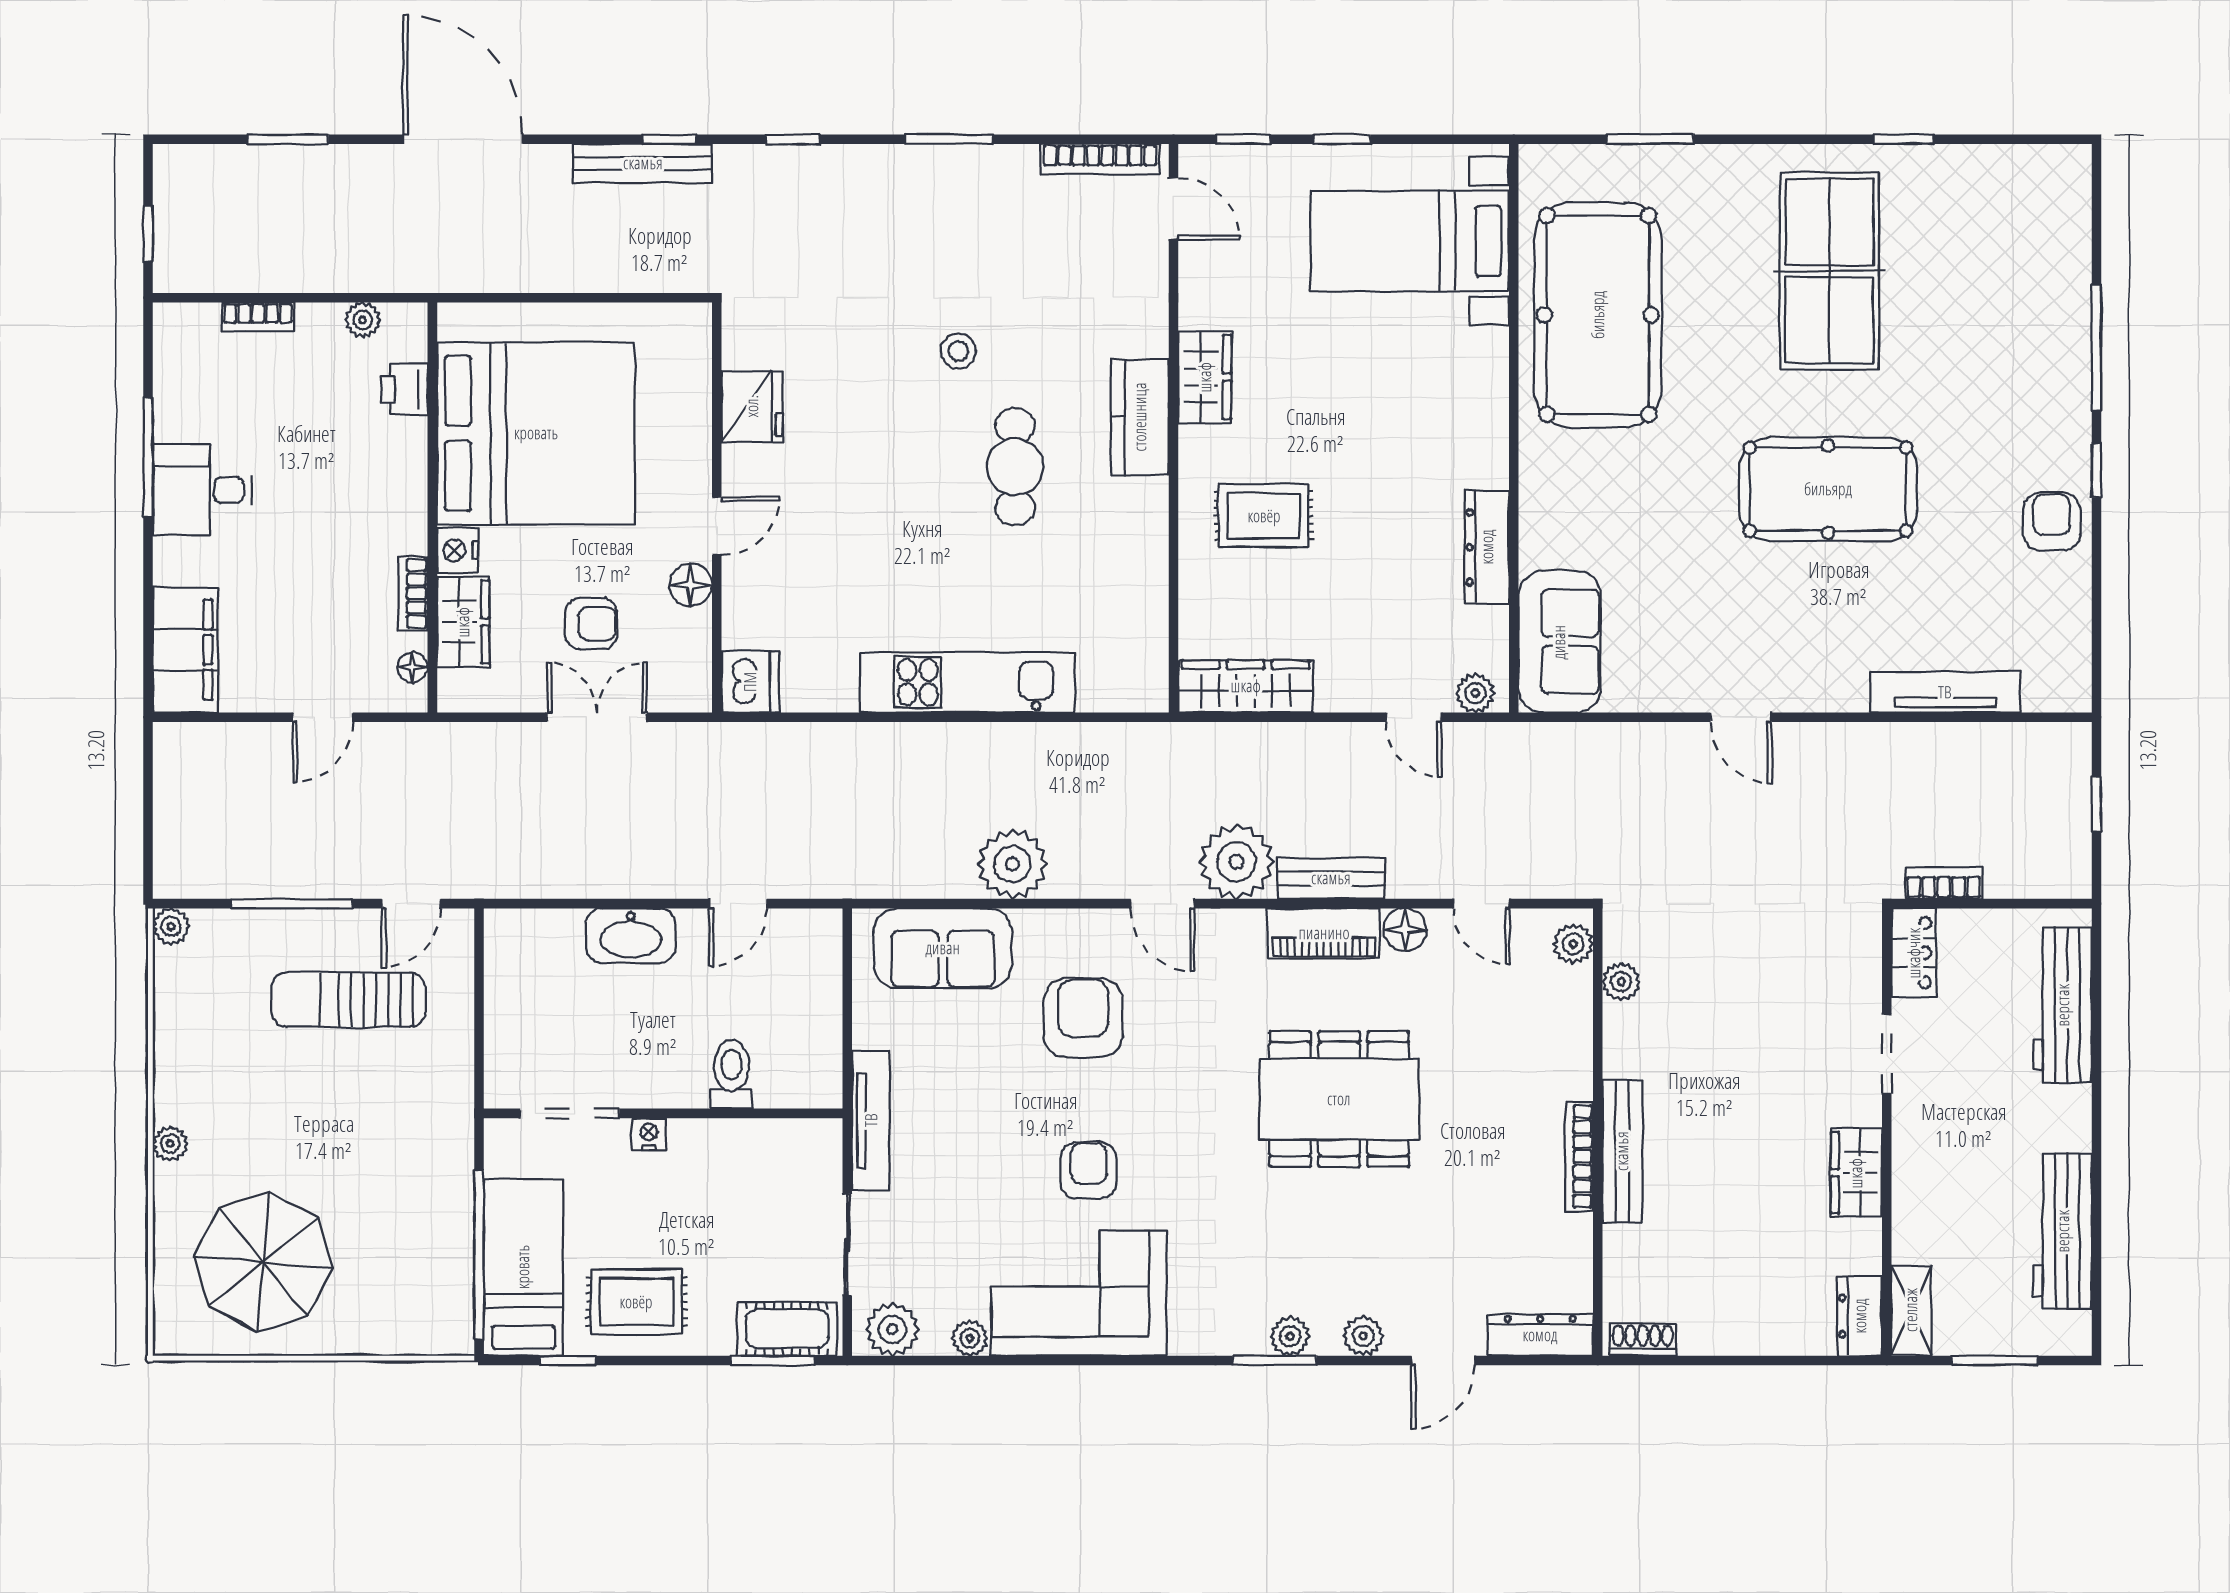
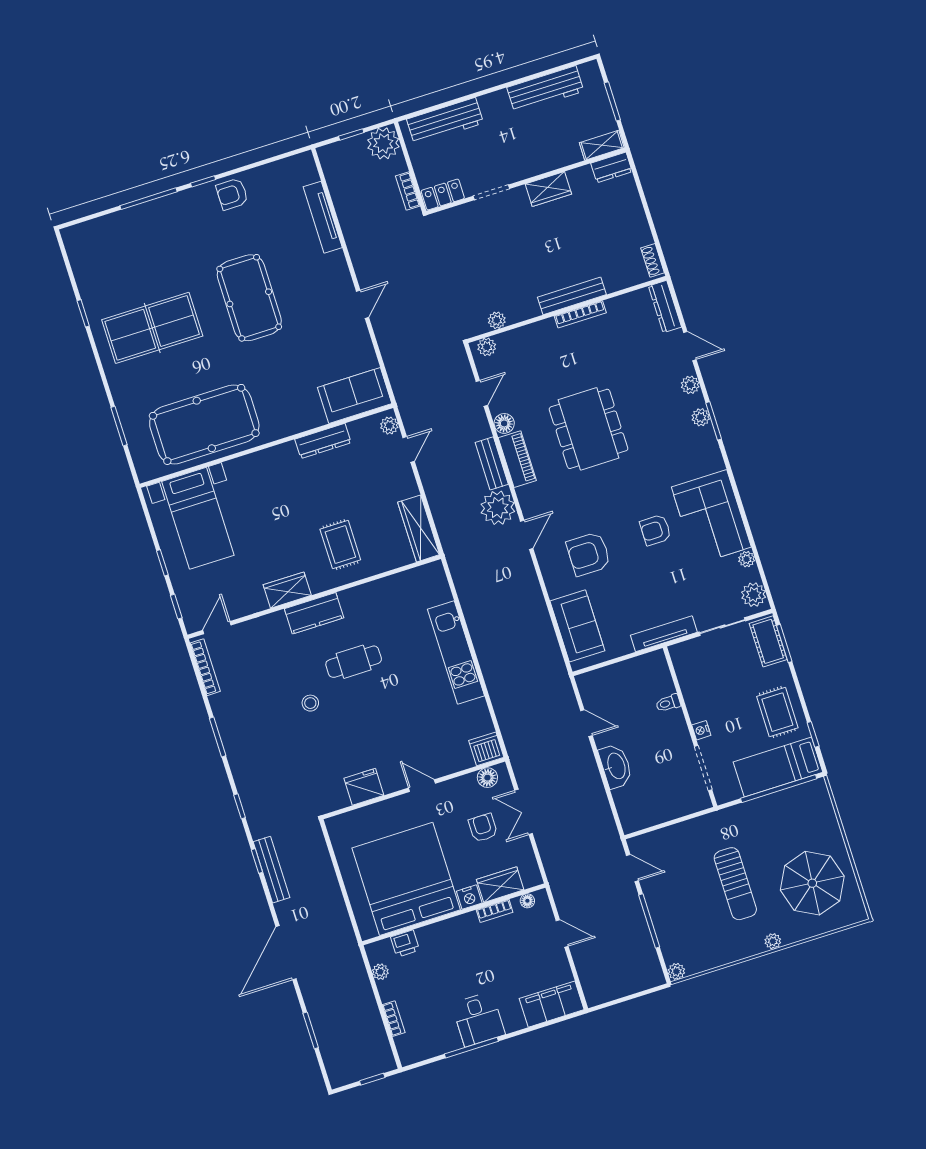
floor lamp: (691, 585) -> (487, 778), moved
plant: (1012, 864) -> (383, 143), moved
sun lounger: (348, 1000) -> (735, 884), moved
toilet: (732, 1074) -> (668, 703), width x0.73, depth x0.72

